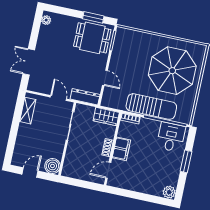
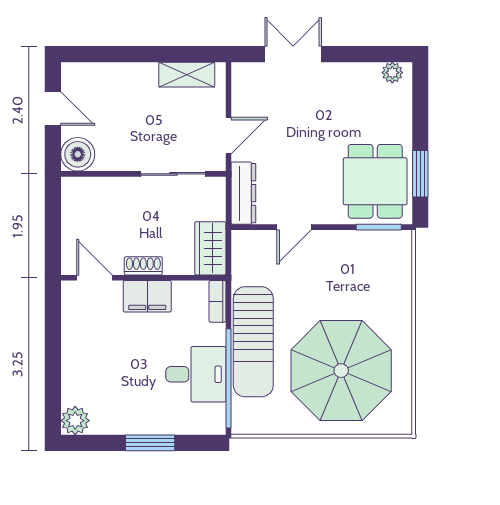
desk: (171, 137) -> (196, 374), moved

